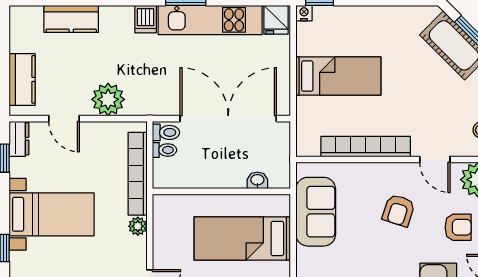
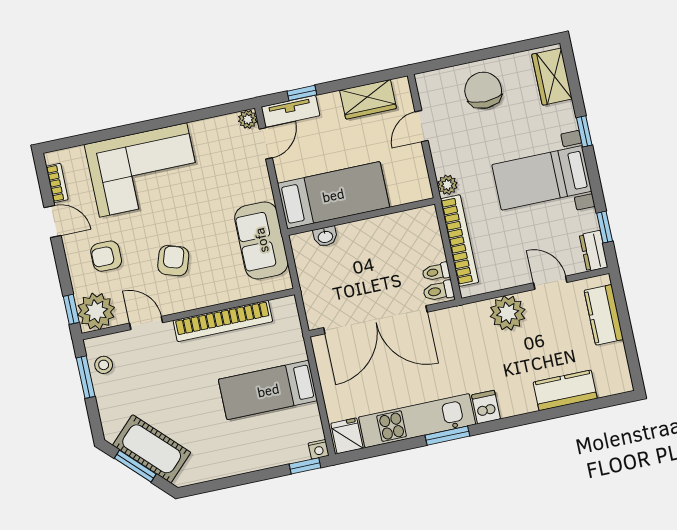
washbasin: (257, 180) -> (325, 236), moved
wall: (221, 191) -> (361, 217), moved

